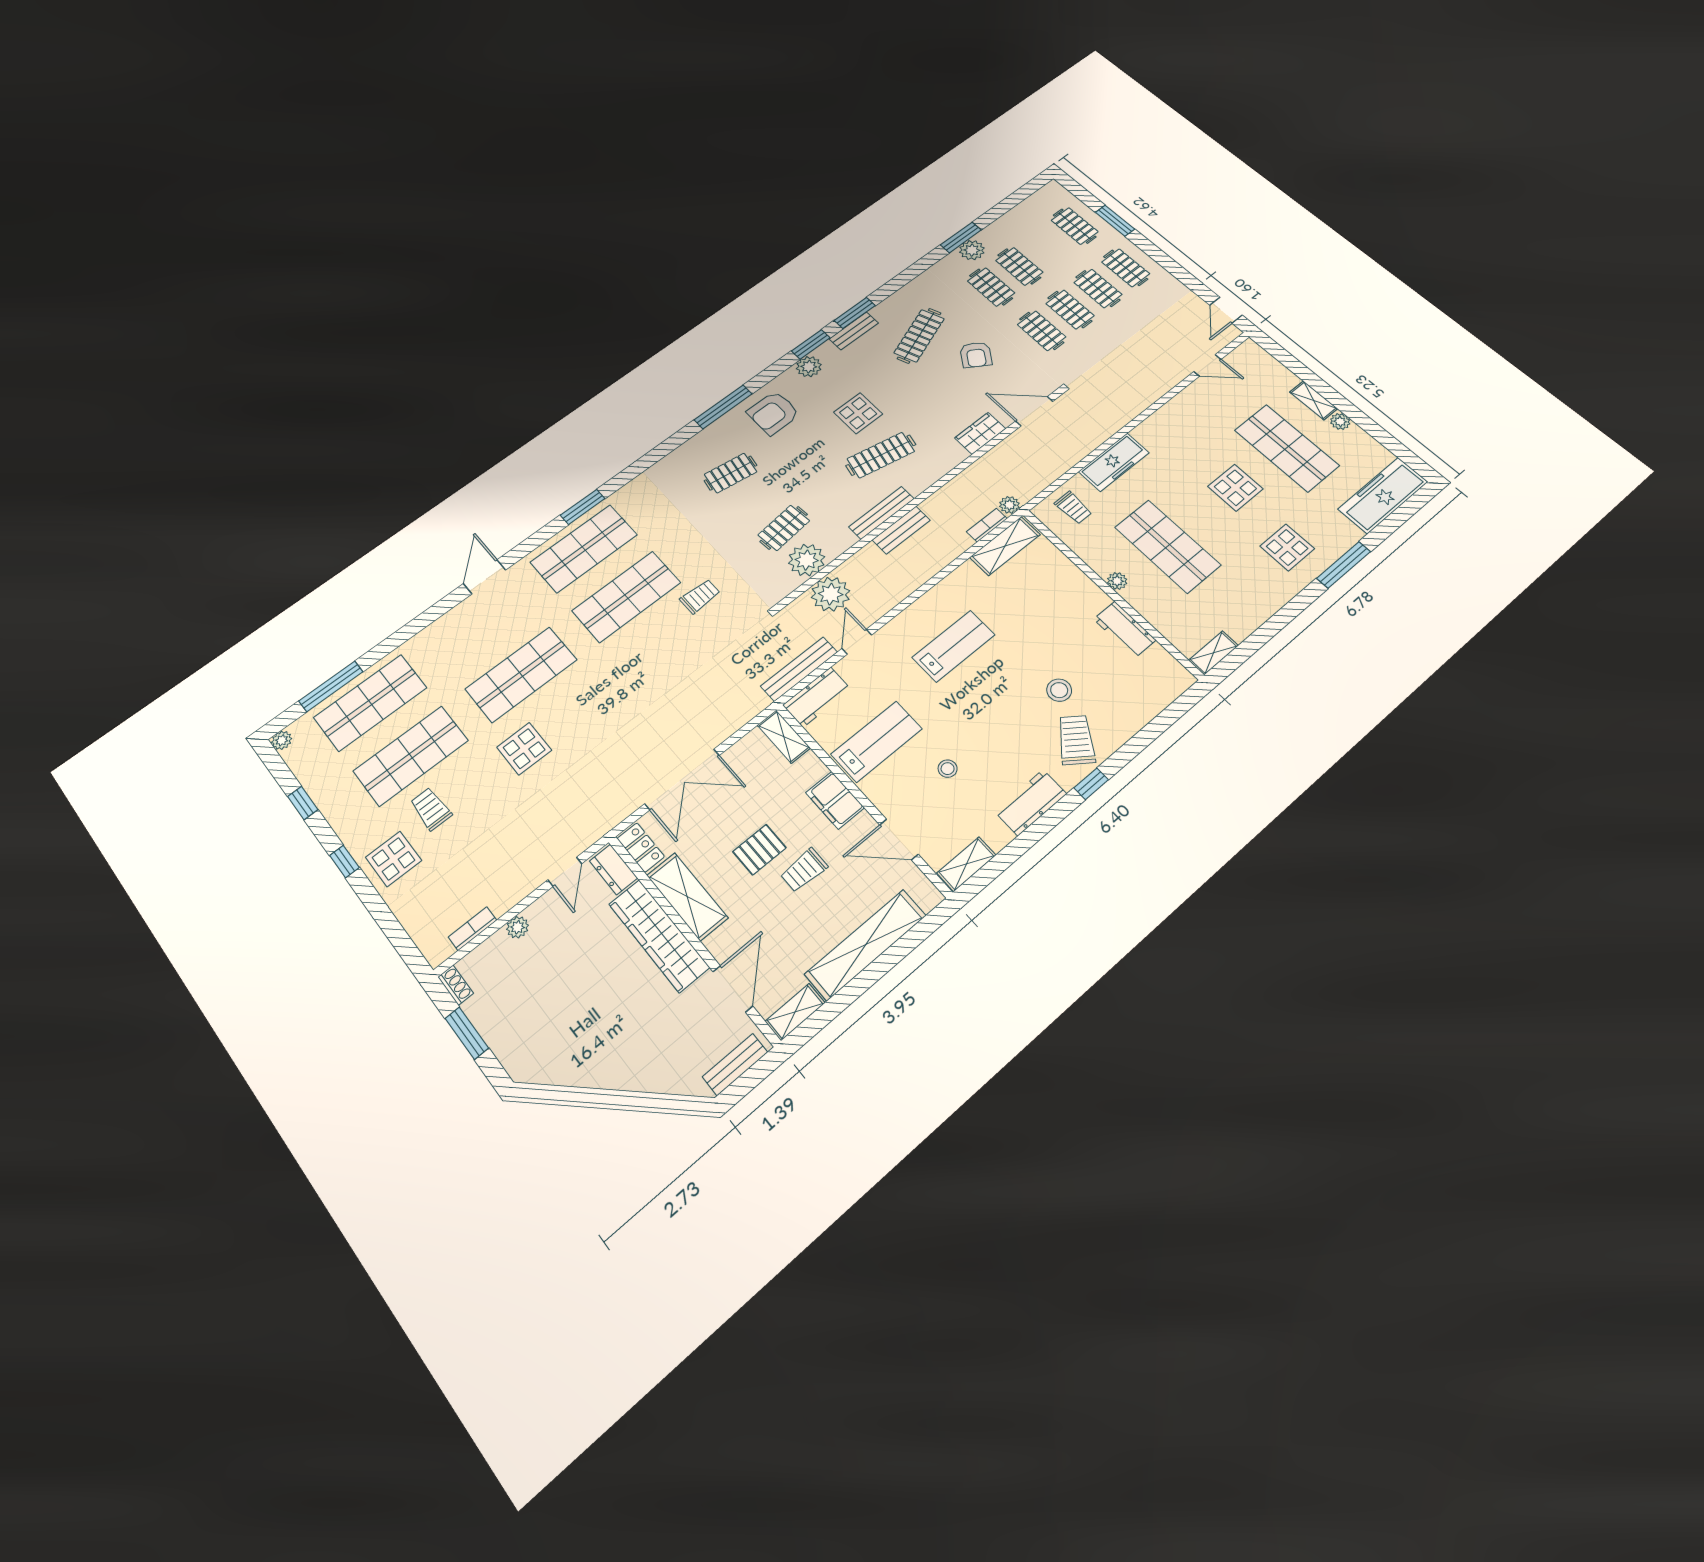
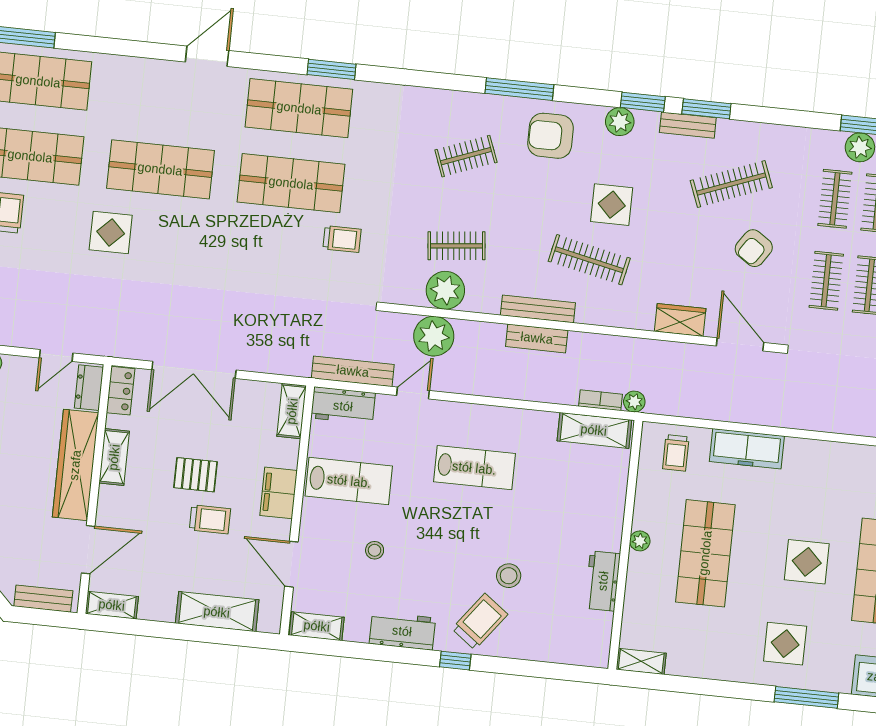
clothes rail: (731, 473) -> (466, 156), turned -30
trolley: (804, 870) -> (210, 519), turned 180
shelving: (687, 897) -> (114, 457), width x0.67, depth x0.75
shelving: (866, 945) -> (217, 612), width x0.68

